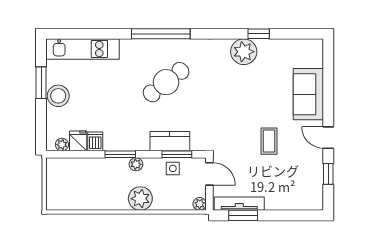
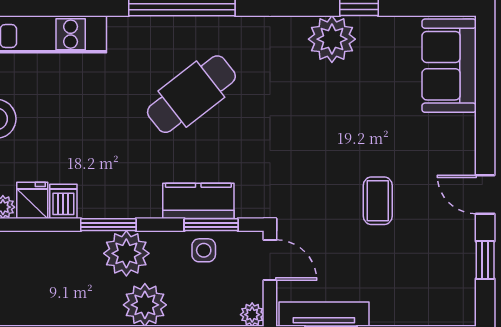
sofa: (308, 94) -> (449, 66), moved
plant: (136, 164) -> (126, 253), width x1.87, depth x1.87

